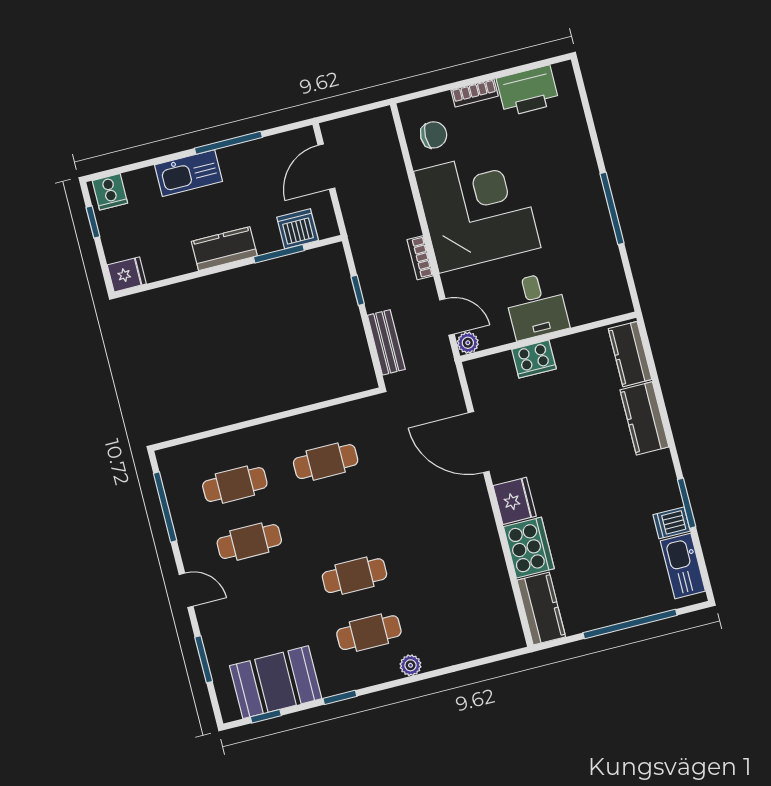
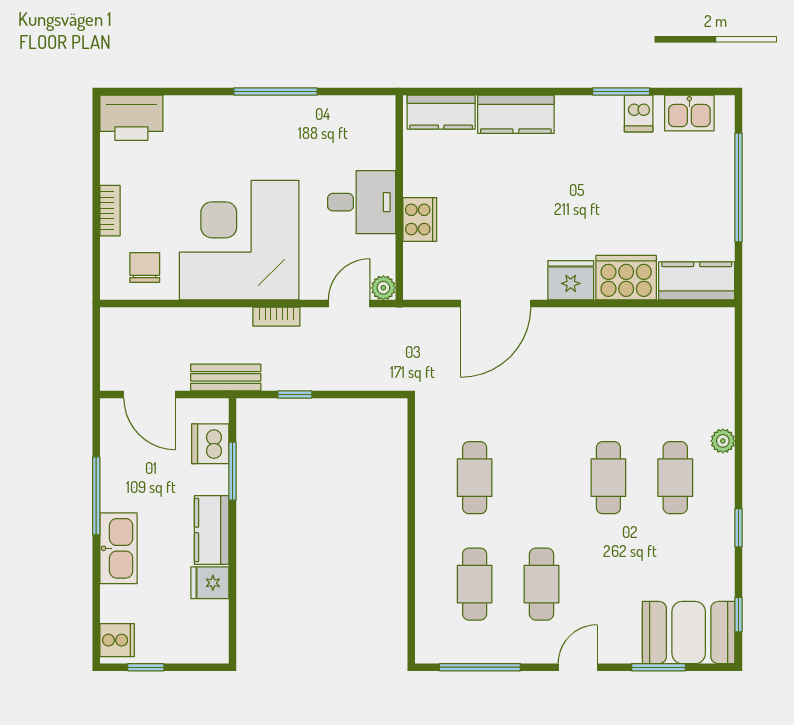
printer: (528, 91) -> (131, 118), moved, turned 90
fridge: (127, 274) -> (210, 583), moved, turned -90
bench: (386, 342) -> (226, 377), moved
kitchen sink: (683, 566) -> (689, 113), width x0.73
booth: (276, 682) -> (689, 633), moved, turned 90

